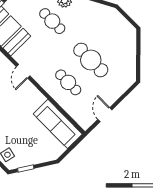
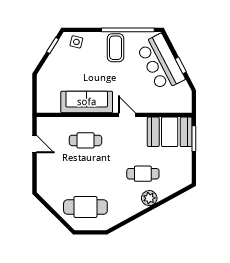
cafe table: (91, 60) -> (85, 207), moved
sofa: (58, 124) -> (87, 102), moved

